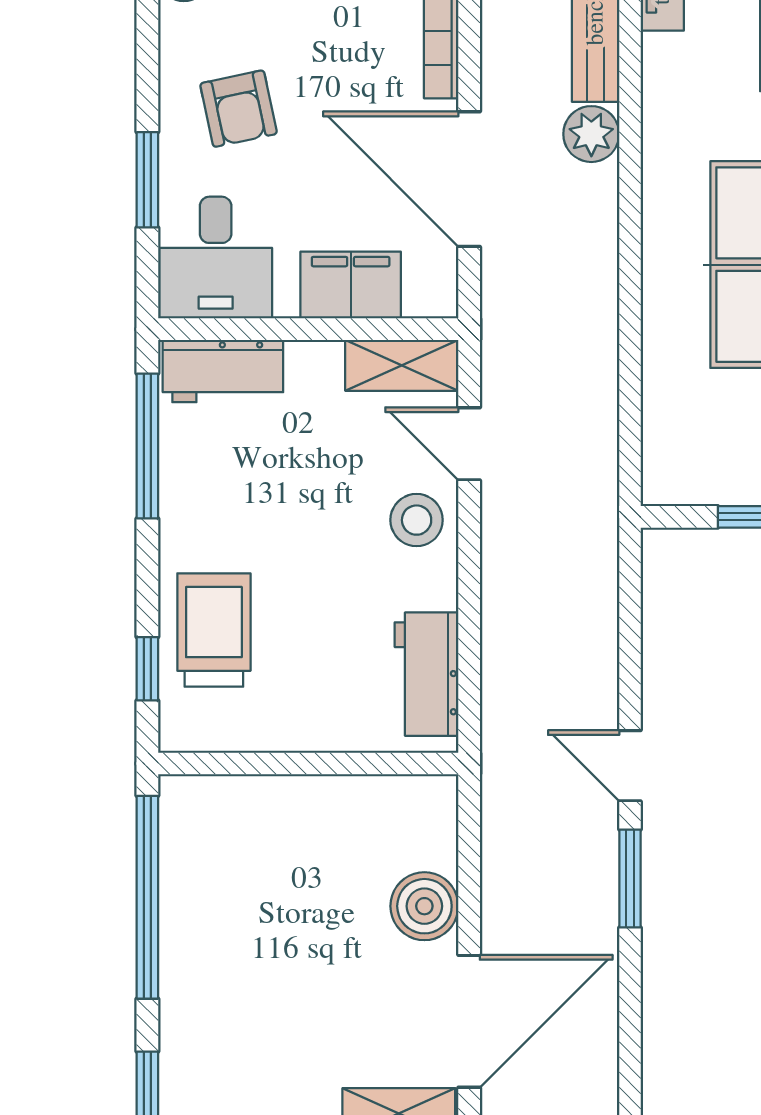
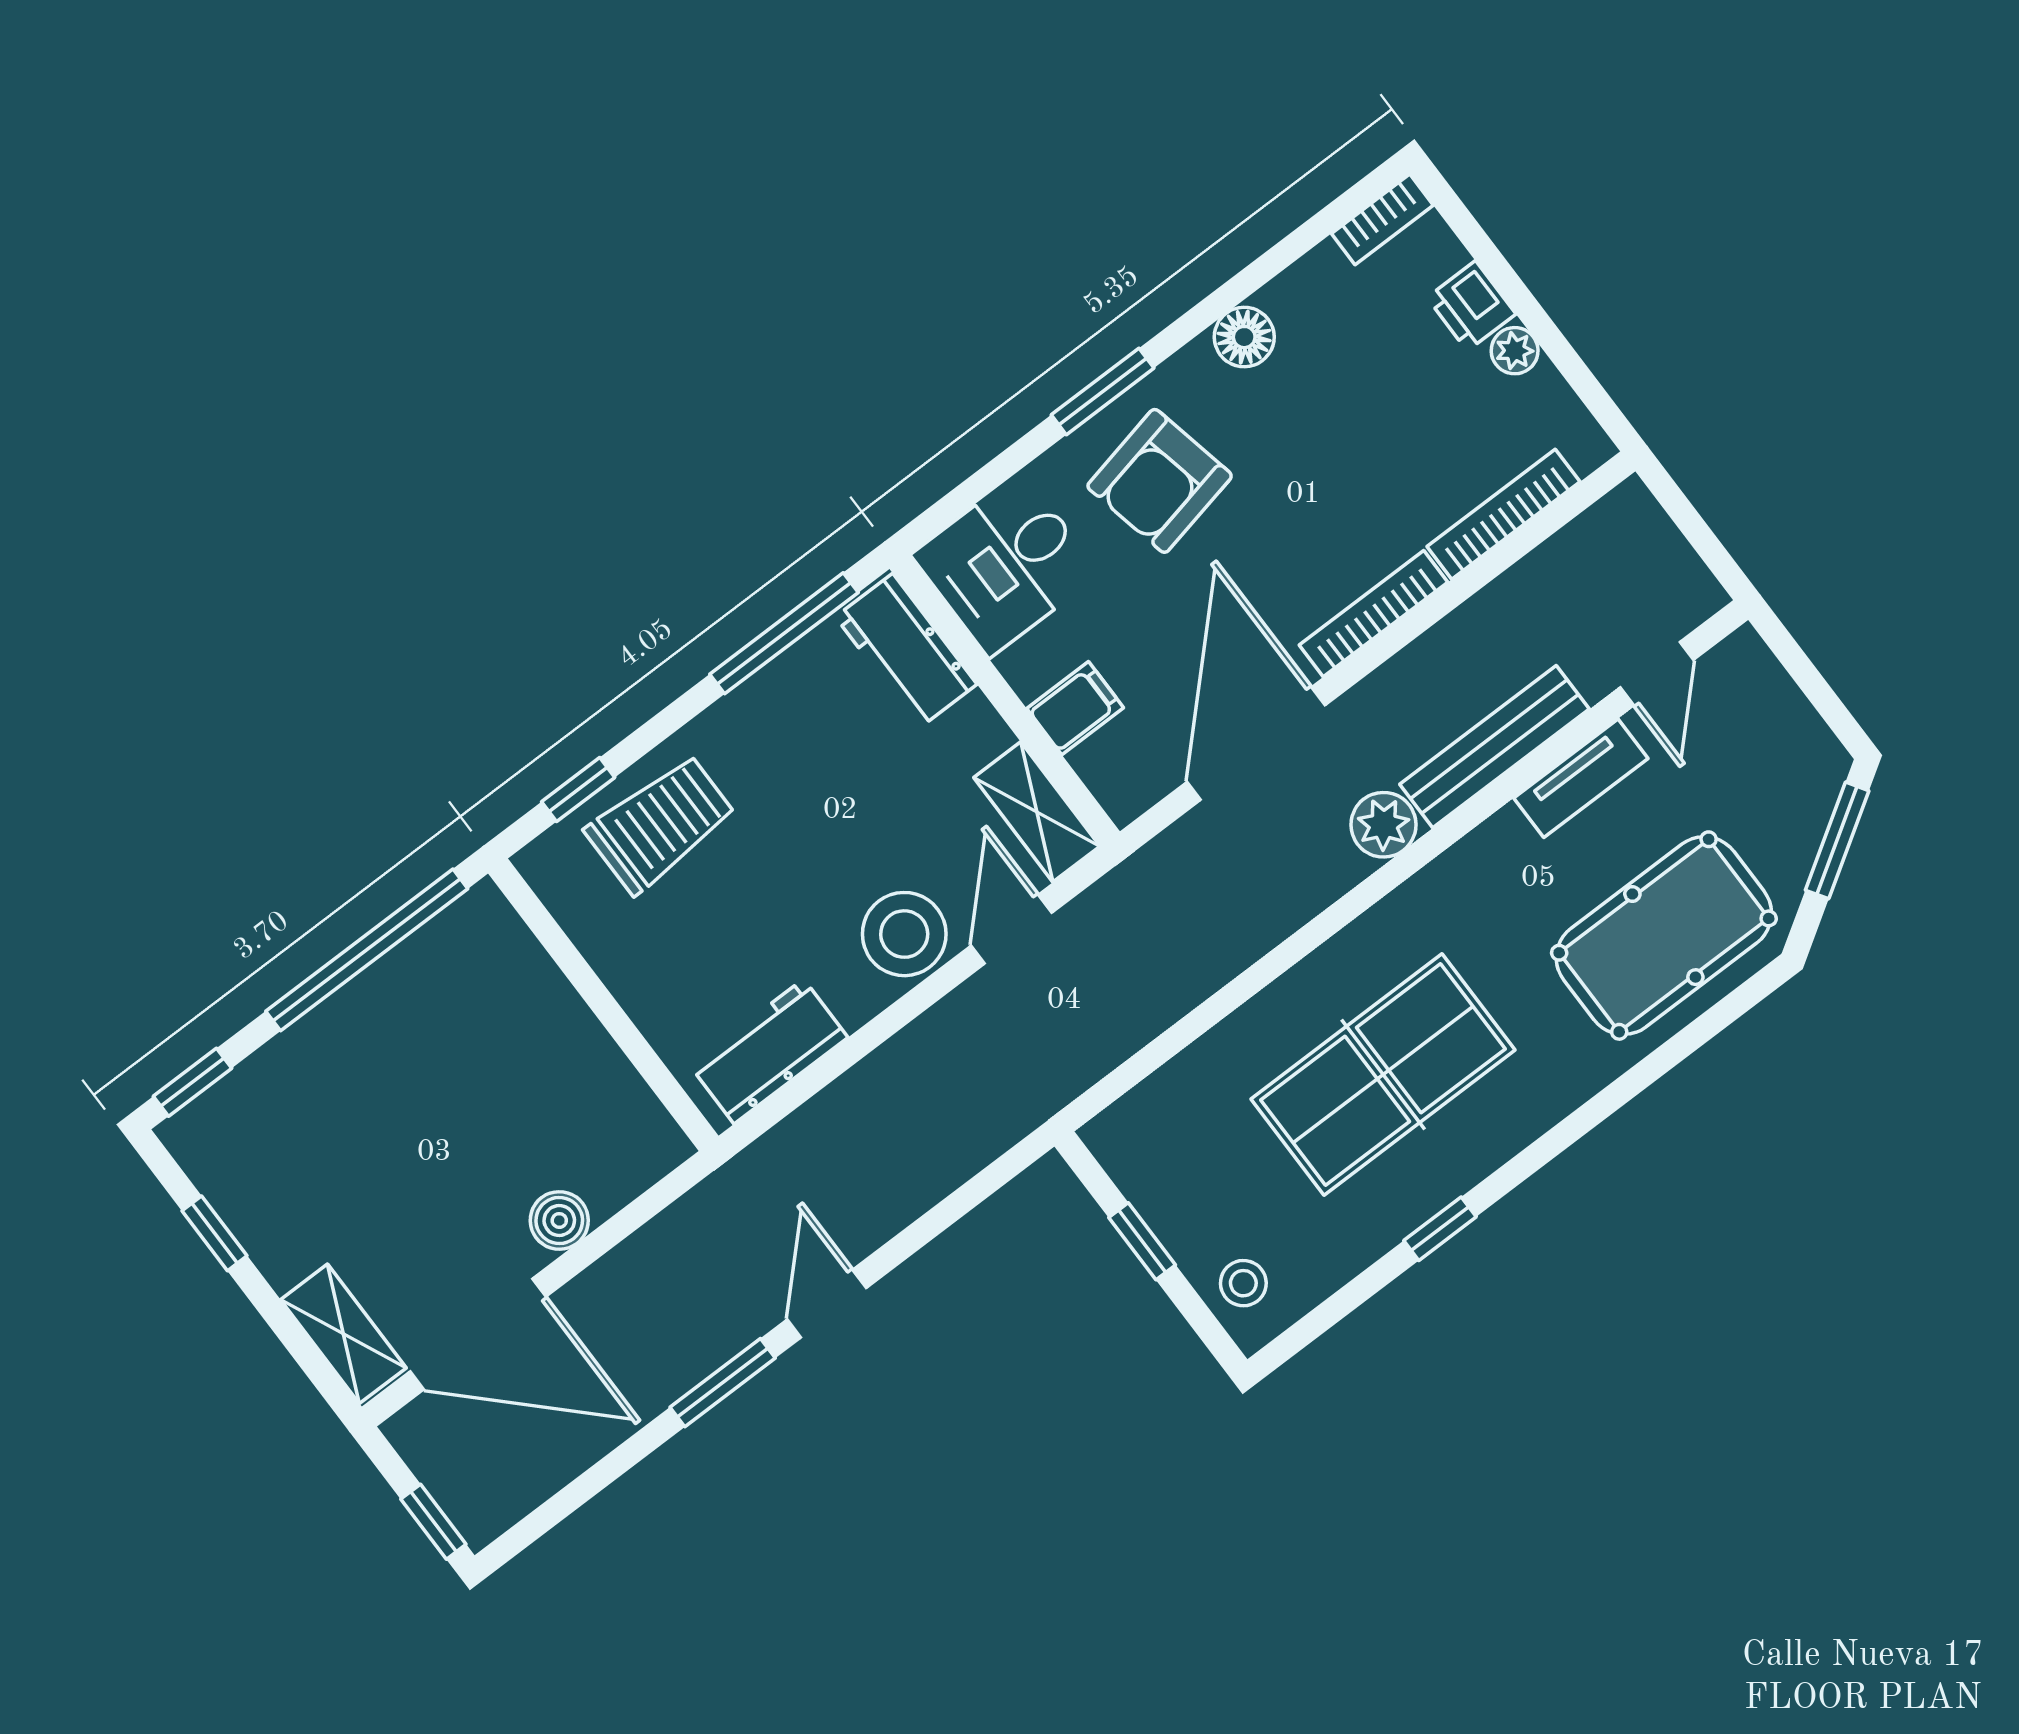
armchair: (239, 109) -> (1160, 481), width x1.38, depth x1.38
window: (147, 180) -> (1103, 391), moved
filing cabinet: (351, 285) -> (1075, 708), width x0.50
stool: (417, 520) -> (904, 934), width x1.38, depth x1.38
boiler: (424, 906) -> (559, 1220), width x0.73, depth x0.73

